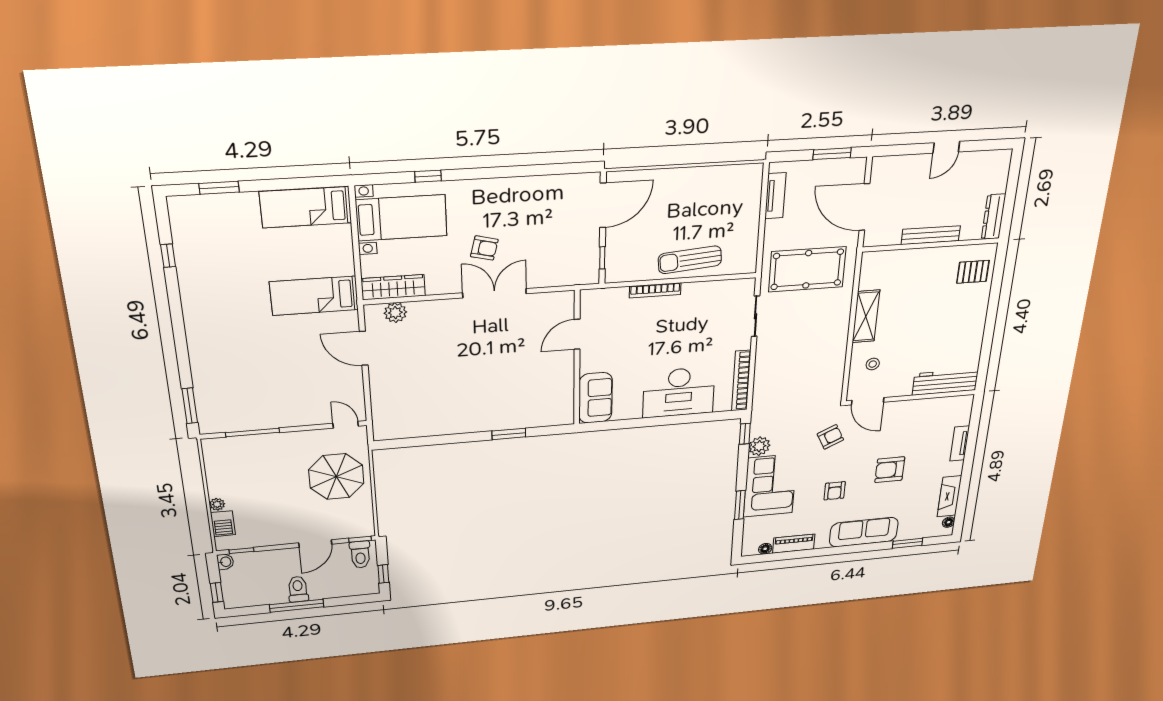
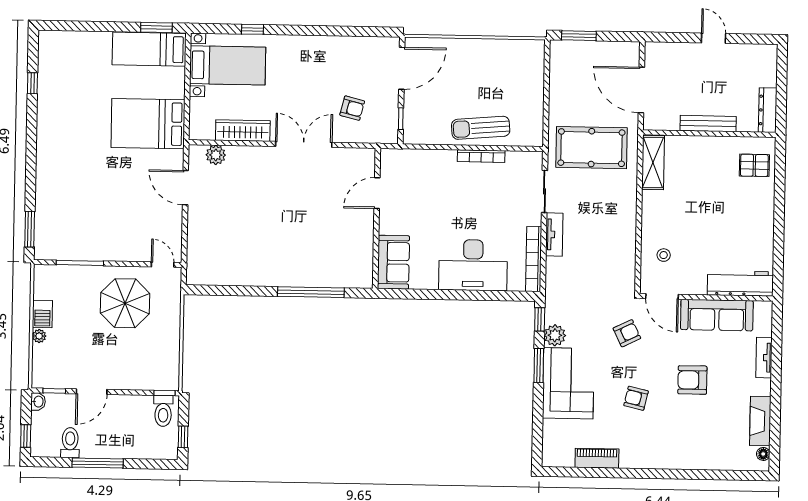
door: (946, 147) -> (714, 38), swing flipped
window: (832, 154) -> (579, 36), moved
window: (219, 188) -> (156, 28), moved
tv unit: (775, 196) -> (554, 234), moved
armchair: (484, 248) -> (352, 108), moved
wardrobe: (393, 287) -> (243, 131), moved
bookcase: (655, 290) -> (481, 156), moved
bed: (314, 296) -> (148, 124), width x1.50
shelving: (866, 316) -> (653, 163), moved
window: (509, 434) -> (311, 292), width x2.11
parasol: (336, 477) -> (125, 303), moved
armchair: (835, 491) -> (636, 398), turned 103
window: (740, 505) -> (539, 366), moved
barbecue: (223, 524) -> (42, 314), moved
sofa: (864, 532) -> (717, 315), moved, turned 180
window: (908, 543) -> (721, 475), removed
door: (315, 544) -> (92, 392), moved
floor lamp: (765, 549) -> (567, 461), removed
toilet: (298, 589) -> (70, 443), moved

